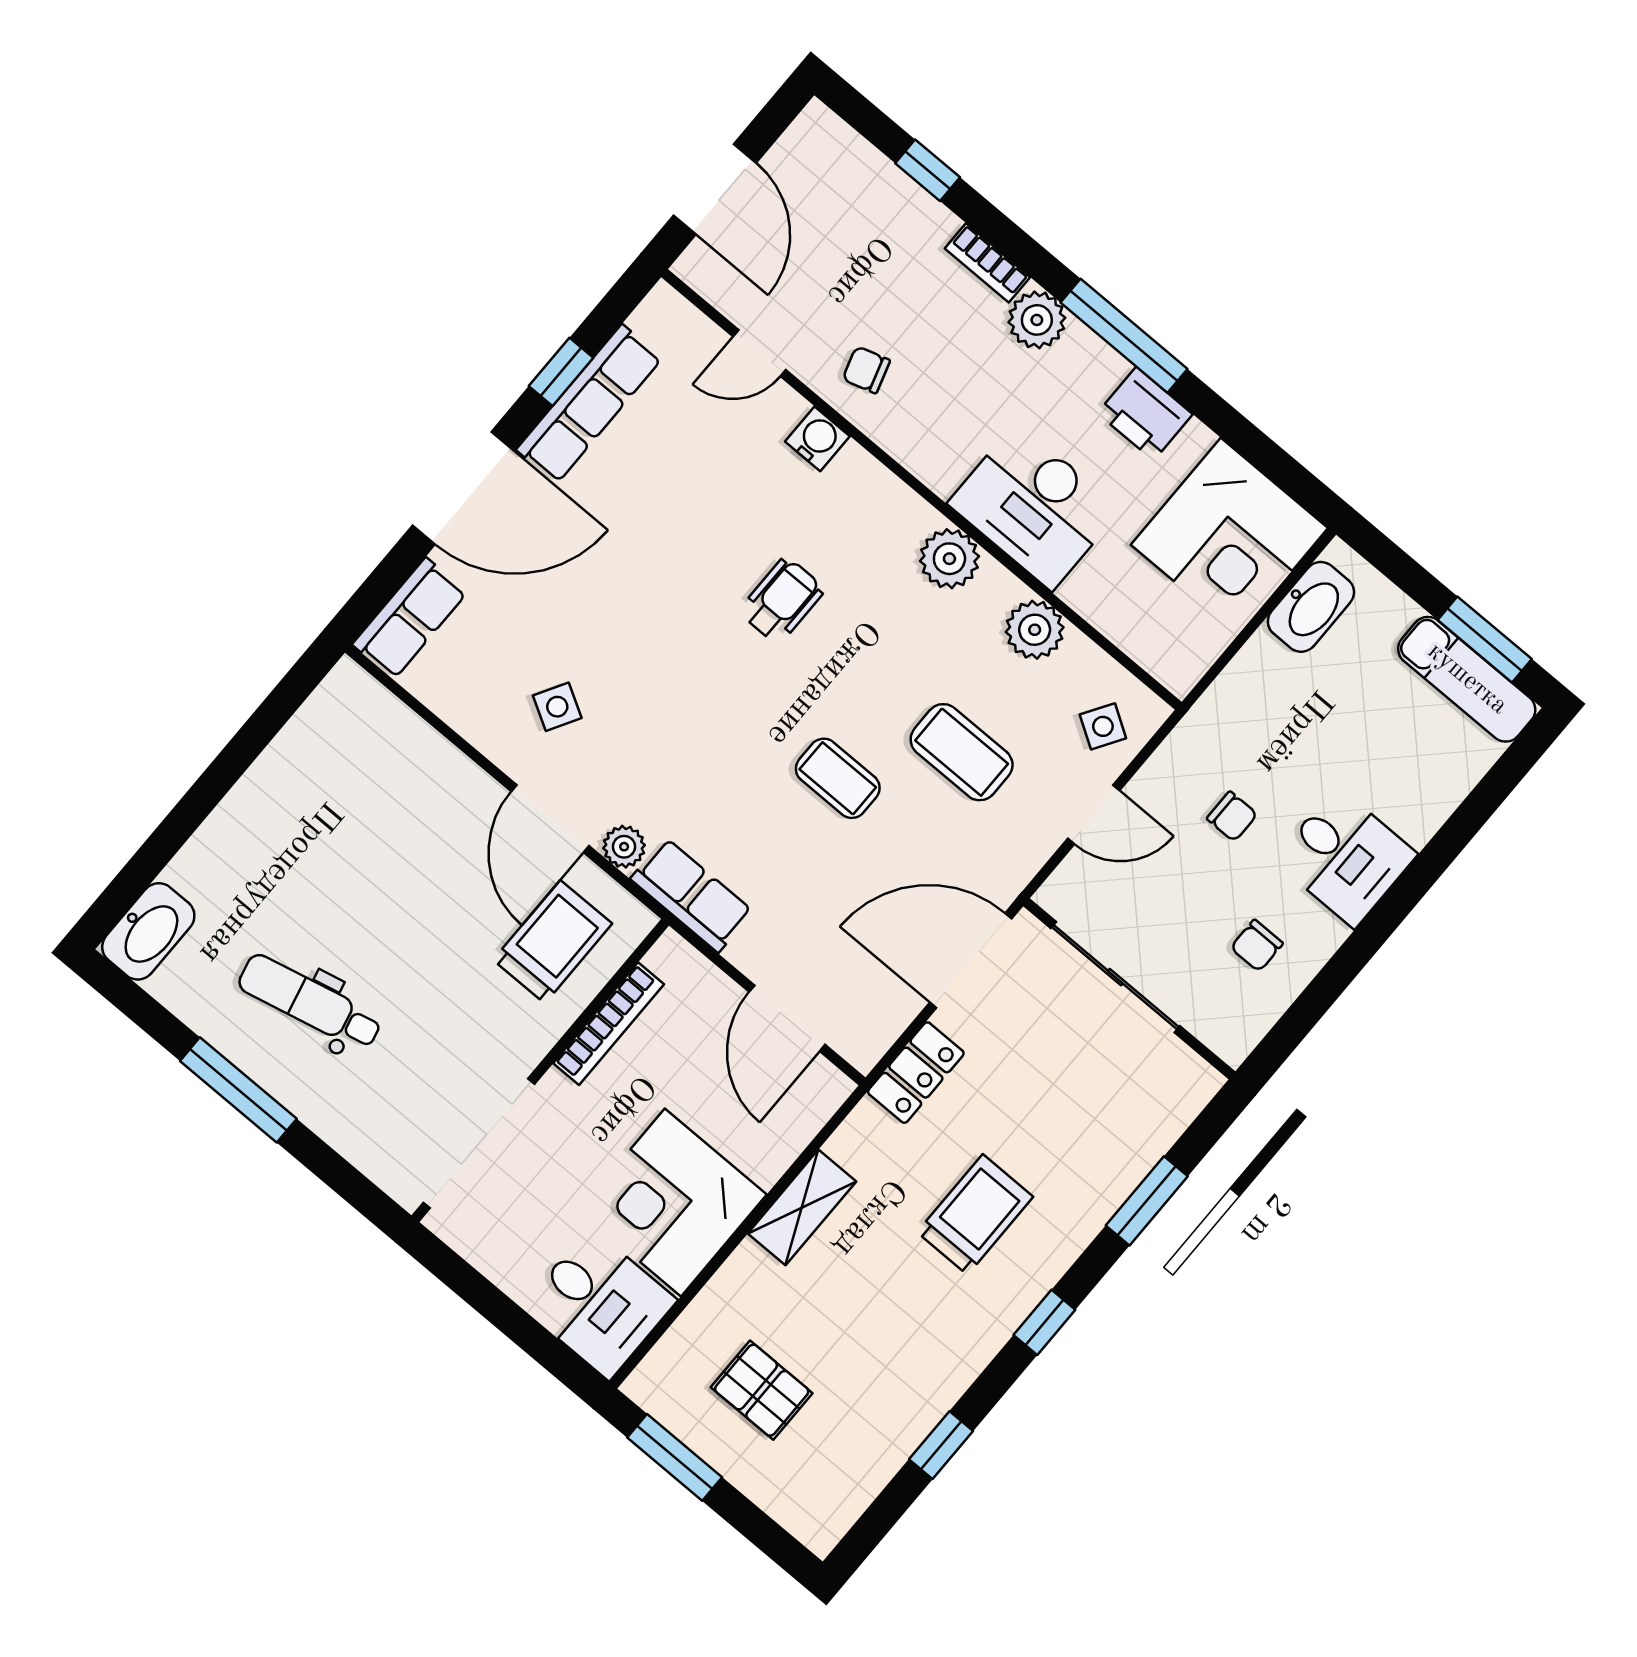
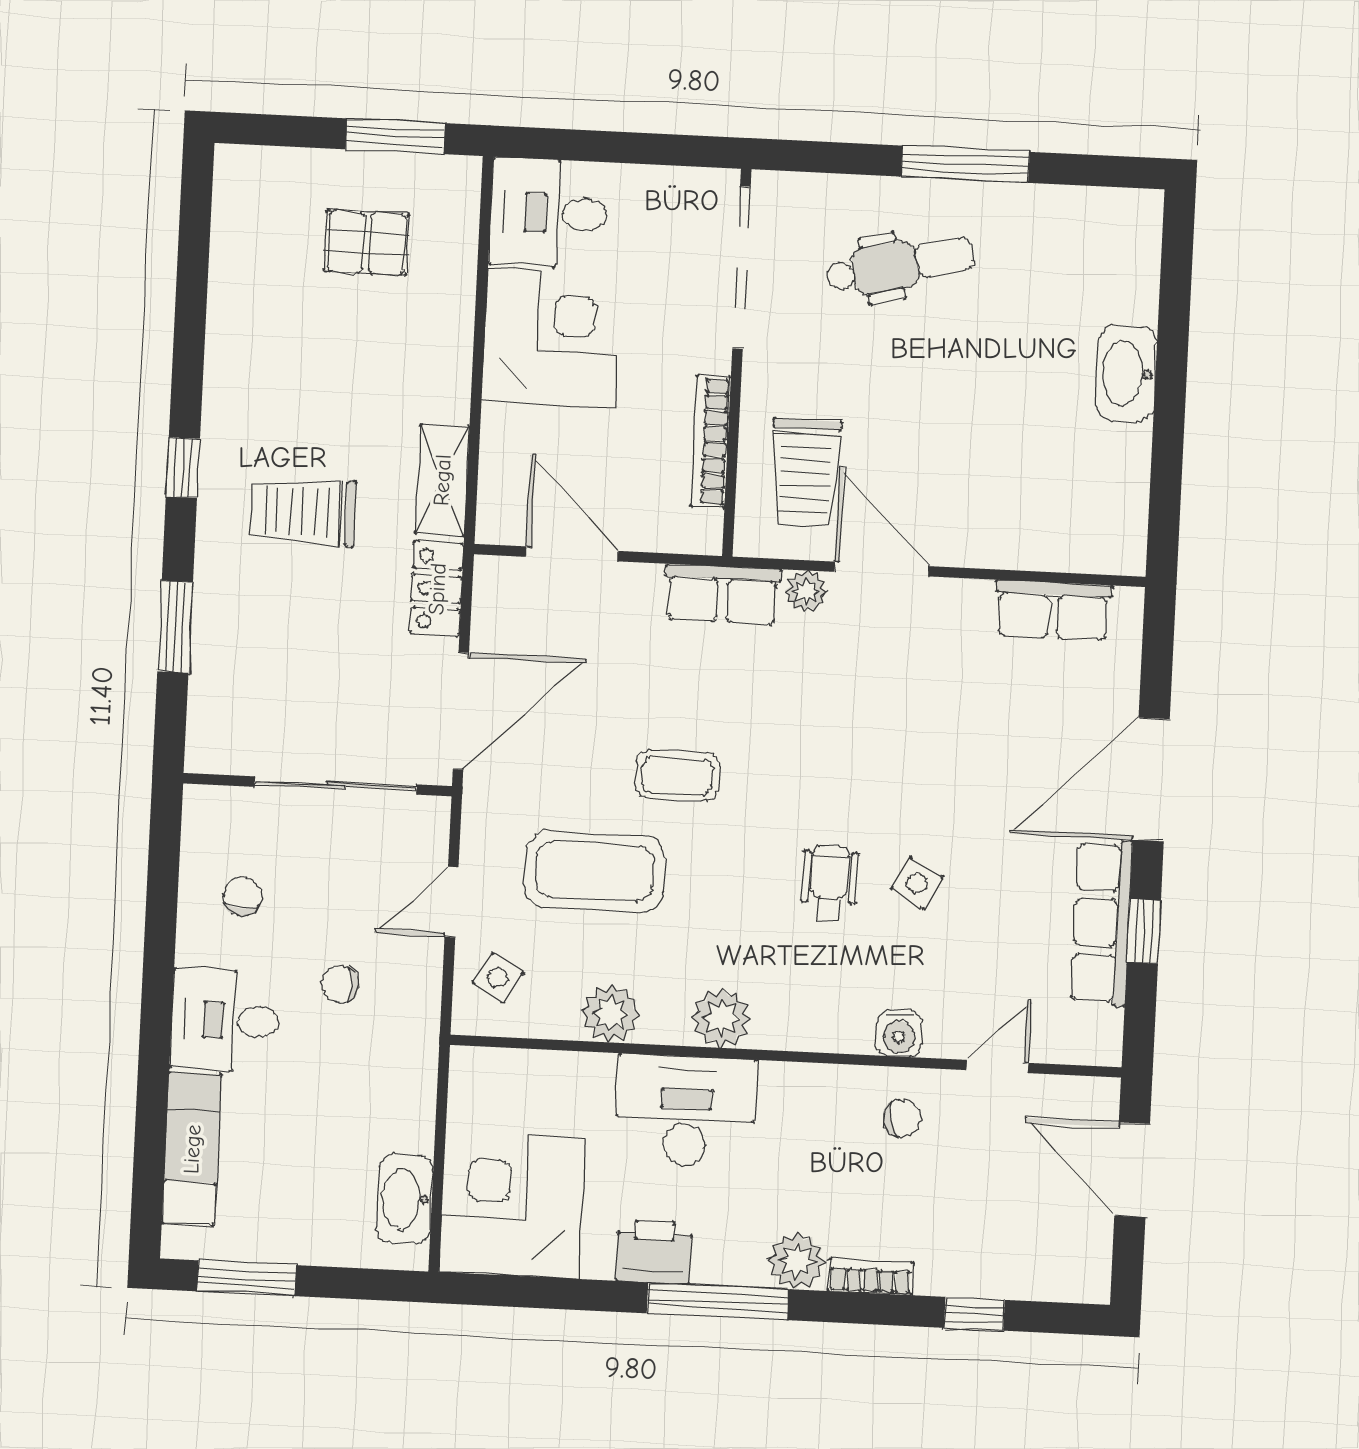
wheelchair: (782, 600) -> (830, 883), turned 180
row of seats: (410, 618) -> (1053, 610), moved, turned -90
exam couch: (1467, 679) -> (192, 1149), moved, turned 90
side table: (557, 707) -> (917, 883), moved
coffee table: (962, 752) -> (595, 871), width x1.36, depth x1.32
washbasin: (148, 931) -> (1126, 374), moved
dental chair: (310, 1002) -> (900, 265), moved
shelving: (802, 1207) -> (442, 480), moved
trolley: (975, 1214) -> (303, 512), turned 90
window: (941, 1445) -> (191, 308), removed

